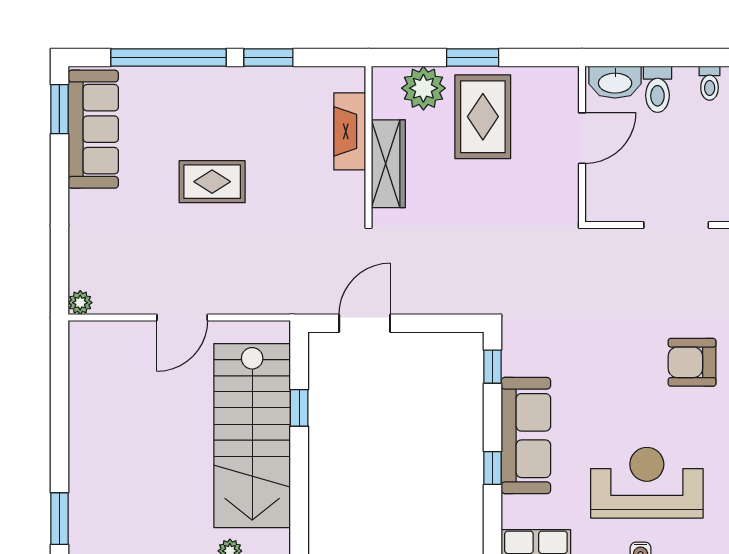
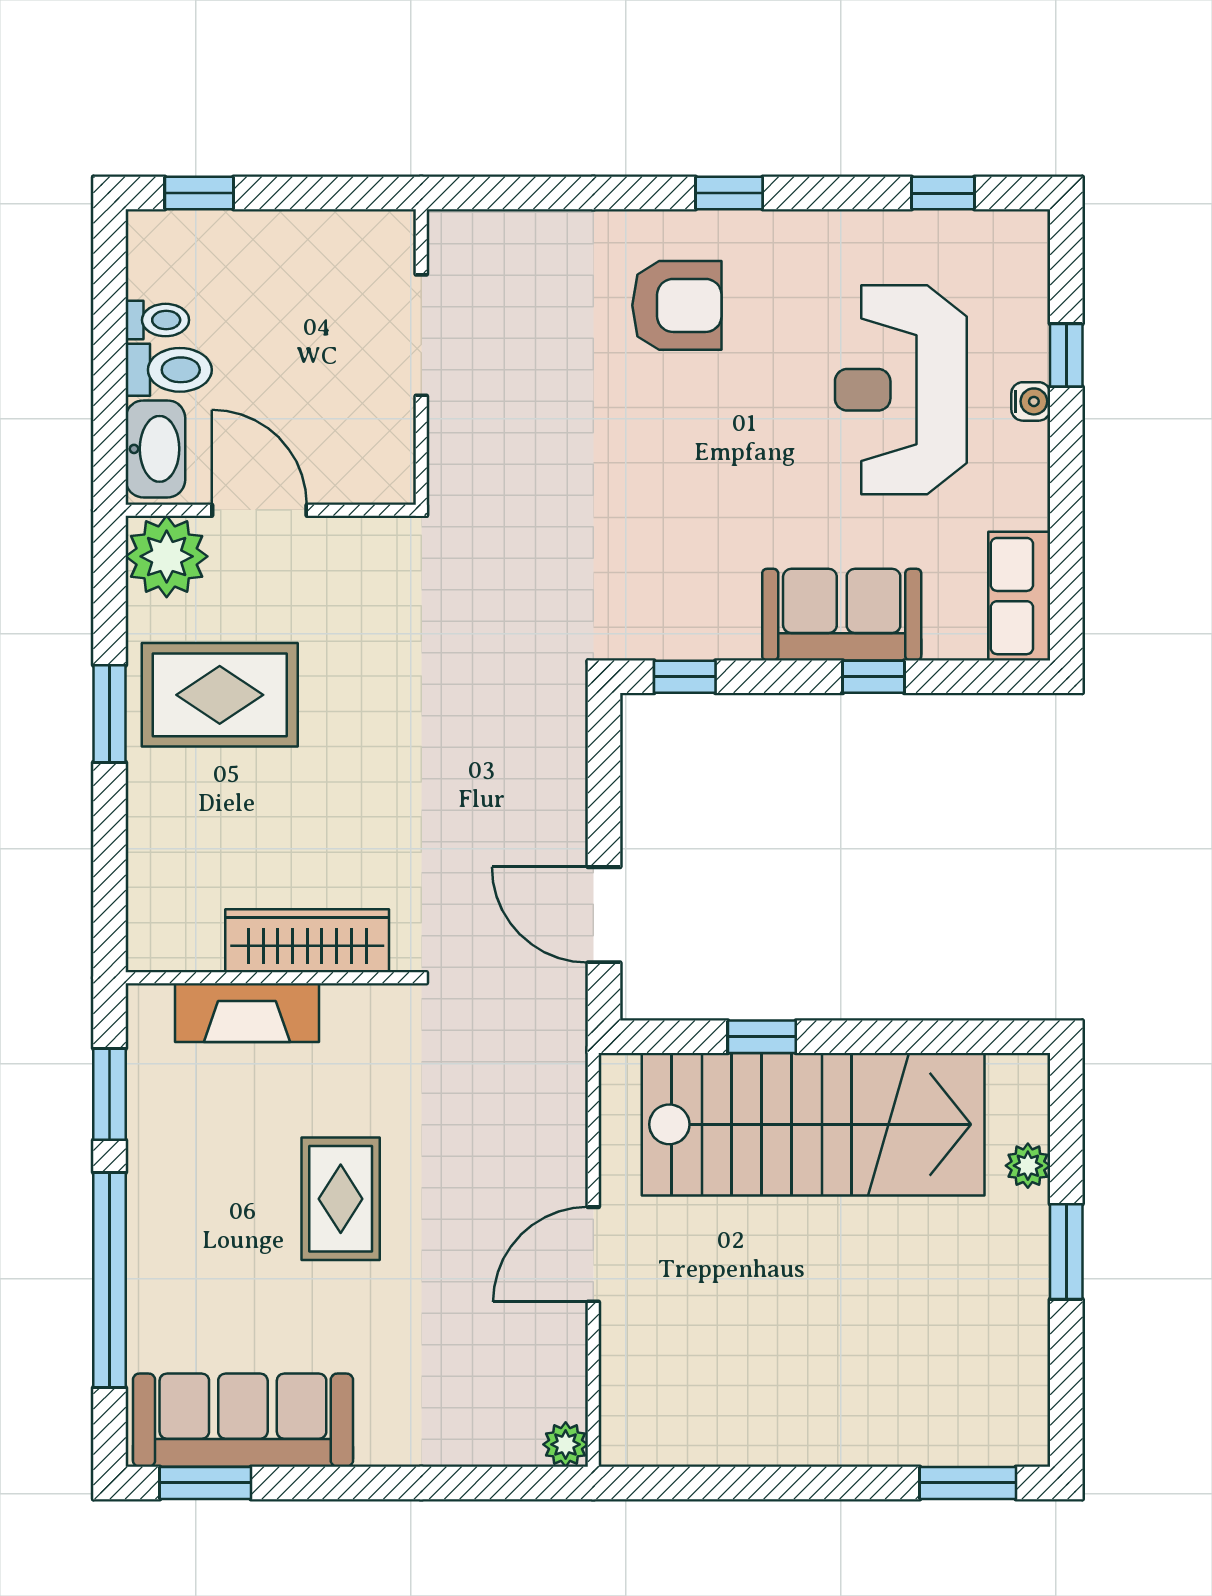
toilet: (710, 83) -> (157, 320), moved
plant: (423, 88) -> (167, 556), moved
fireplace: (350, 131) -> (247, 1013), moved
wall: (368, 144) -> (271, 978), moved
wardrobe: (388, 164) -> (307, 941), moved
door: (182, 317) -> (593, 1254), swing flipped
armchair: (692, 362) -> (677, 305), turned -90
sofa: (526, 436) -> (842, 615), width x0.73

